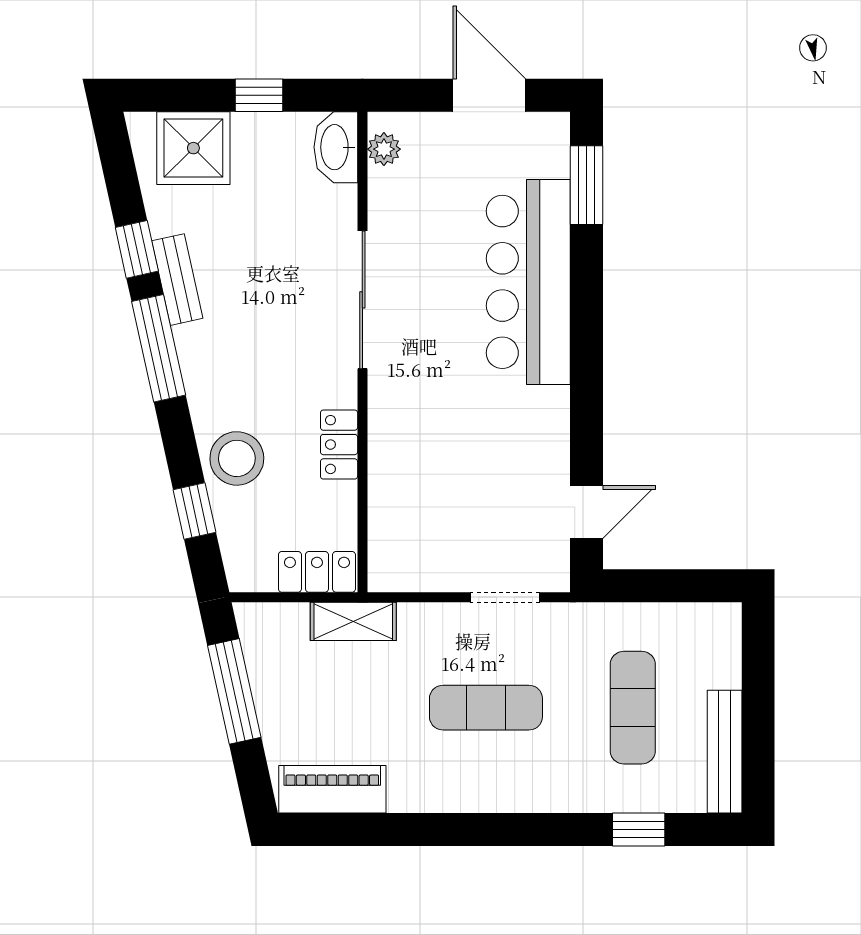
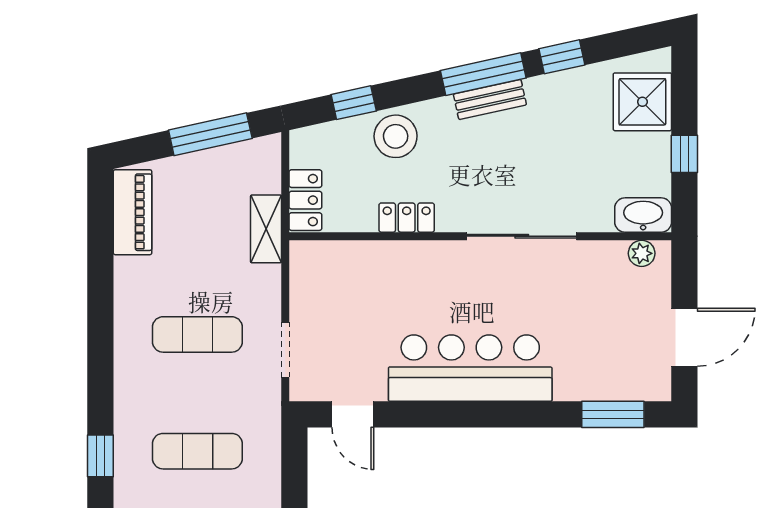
bench: (177, 280) -> (490, 100), moved
bar counter: (528, 282) -> (470, 368), moved
exercise mat: (486, 708) -> (197, 334), turned 90

